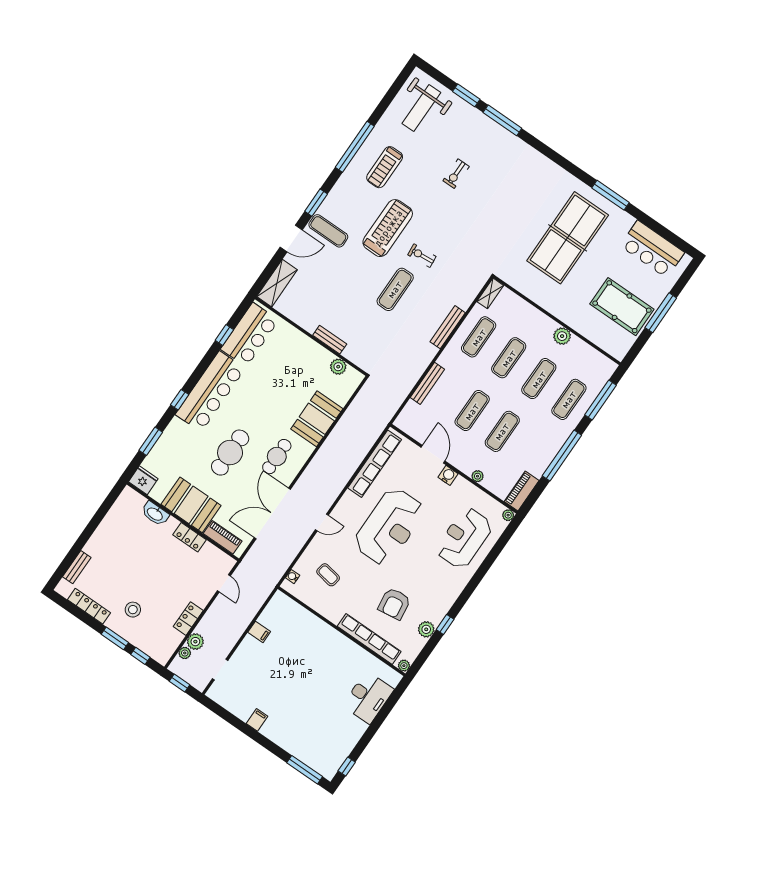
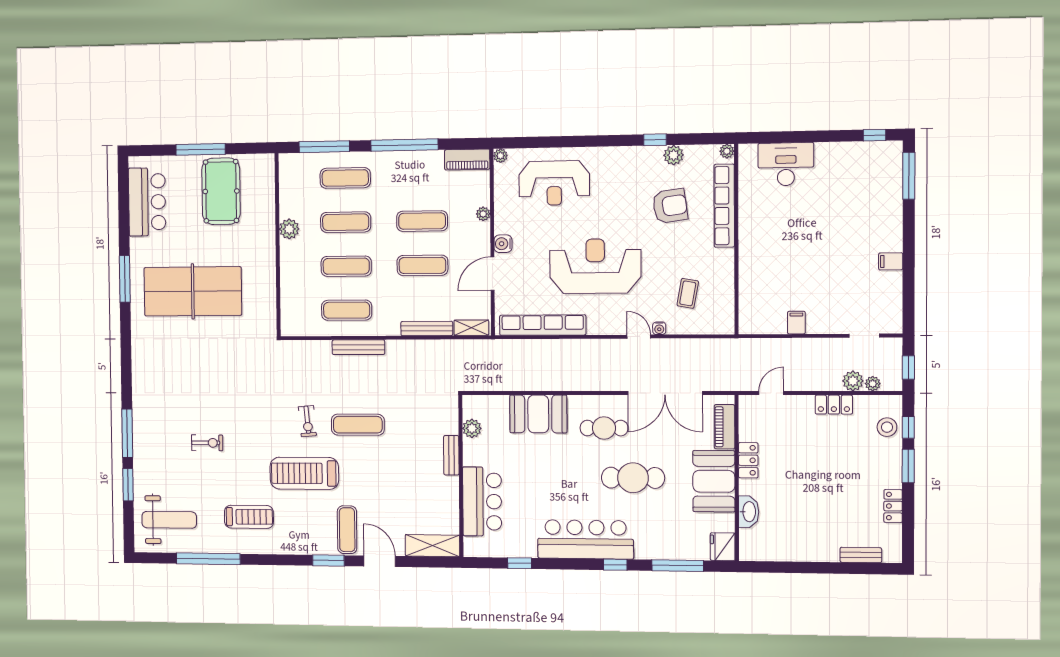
window: (355, 147) -> (208, 559), moved
shelving: (490, 293) -> (471, 328), moved
bar counter: (250, 335) -> (482, 501), moved, turned 90
window: (151, 441) -> (678, 566), width x1.44
water cooler: (293, 577) -> (659, 328), moved
locker: (89, 606) -> (893, 506), width x0.66
stool: (133, 610) -> (887, 427), moved

